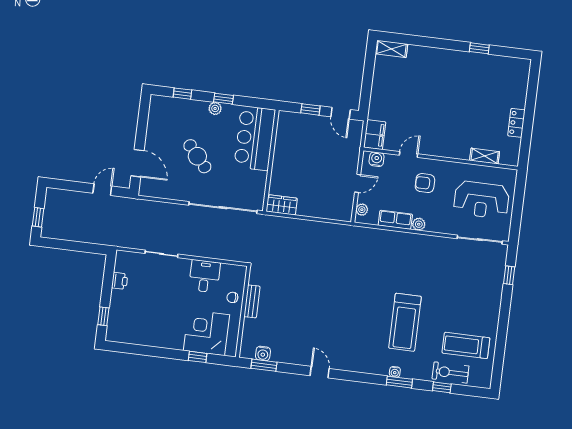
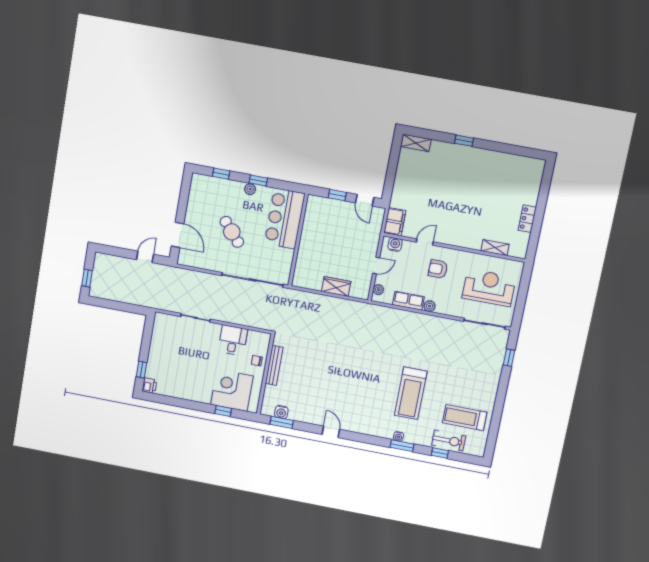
window: (479, 48) -> (464, 141), moved
reception desk: (481, 200) -> (489, 288), turned 180
wardrobe: (282, 205) -> (336, 286), moved
printer: (120, 281) -> (149, 386), moved
bench: (252, 301) -> (274, 365), width x1.36
exercise bike: (450, 372) -> (449, 441), turned 180

